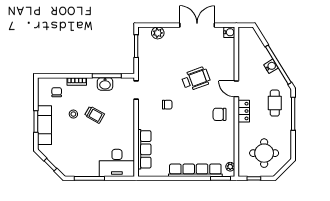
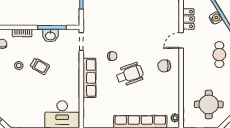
wheelchair: (196, 79) -> (130, 74), moved
door: (236, 89) -> (181, 40), hinge flipped
locker: (244, 111) -> (188, 19), moved
row of seats: (144, 149) -> (89, 78), moved

